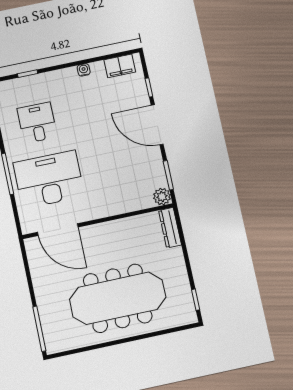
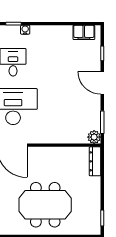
water cooler: (84, 70) -> (25, 30), moved
door: (157, 125) -> (102, 83), width x0.73
meeting table: (118, 298) -> (45, 205), width x0.73

